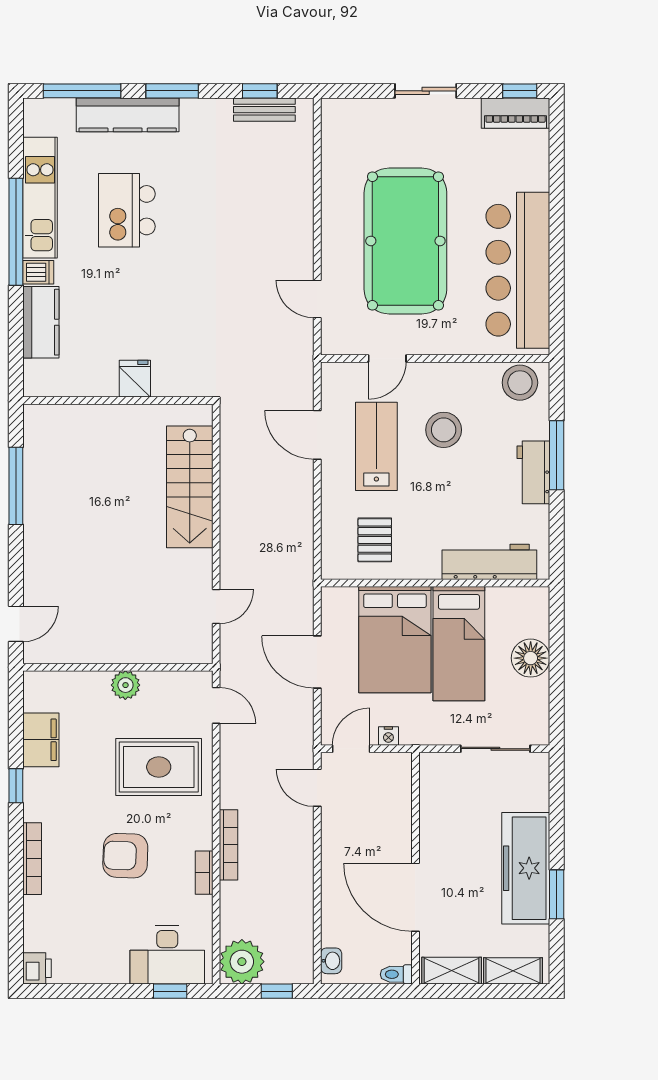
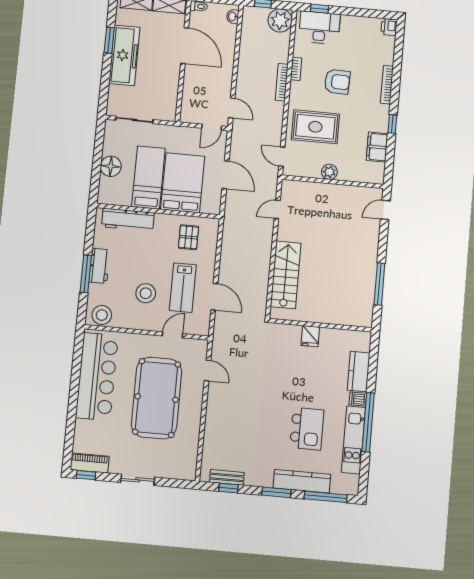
nightstand: (388, 736) -> (191, 132), removed

